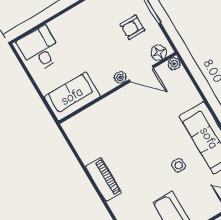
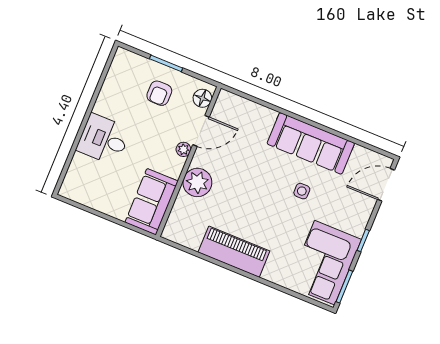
desk: (40, 49) -> (103, 139), moved
plant: (174, 64) -> (197, 182), moved, width x1.88, depth x1.88
piano: (104, 180) -> (234, 252), width x1.37, depth x1.33

